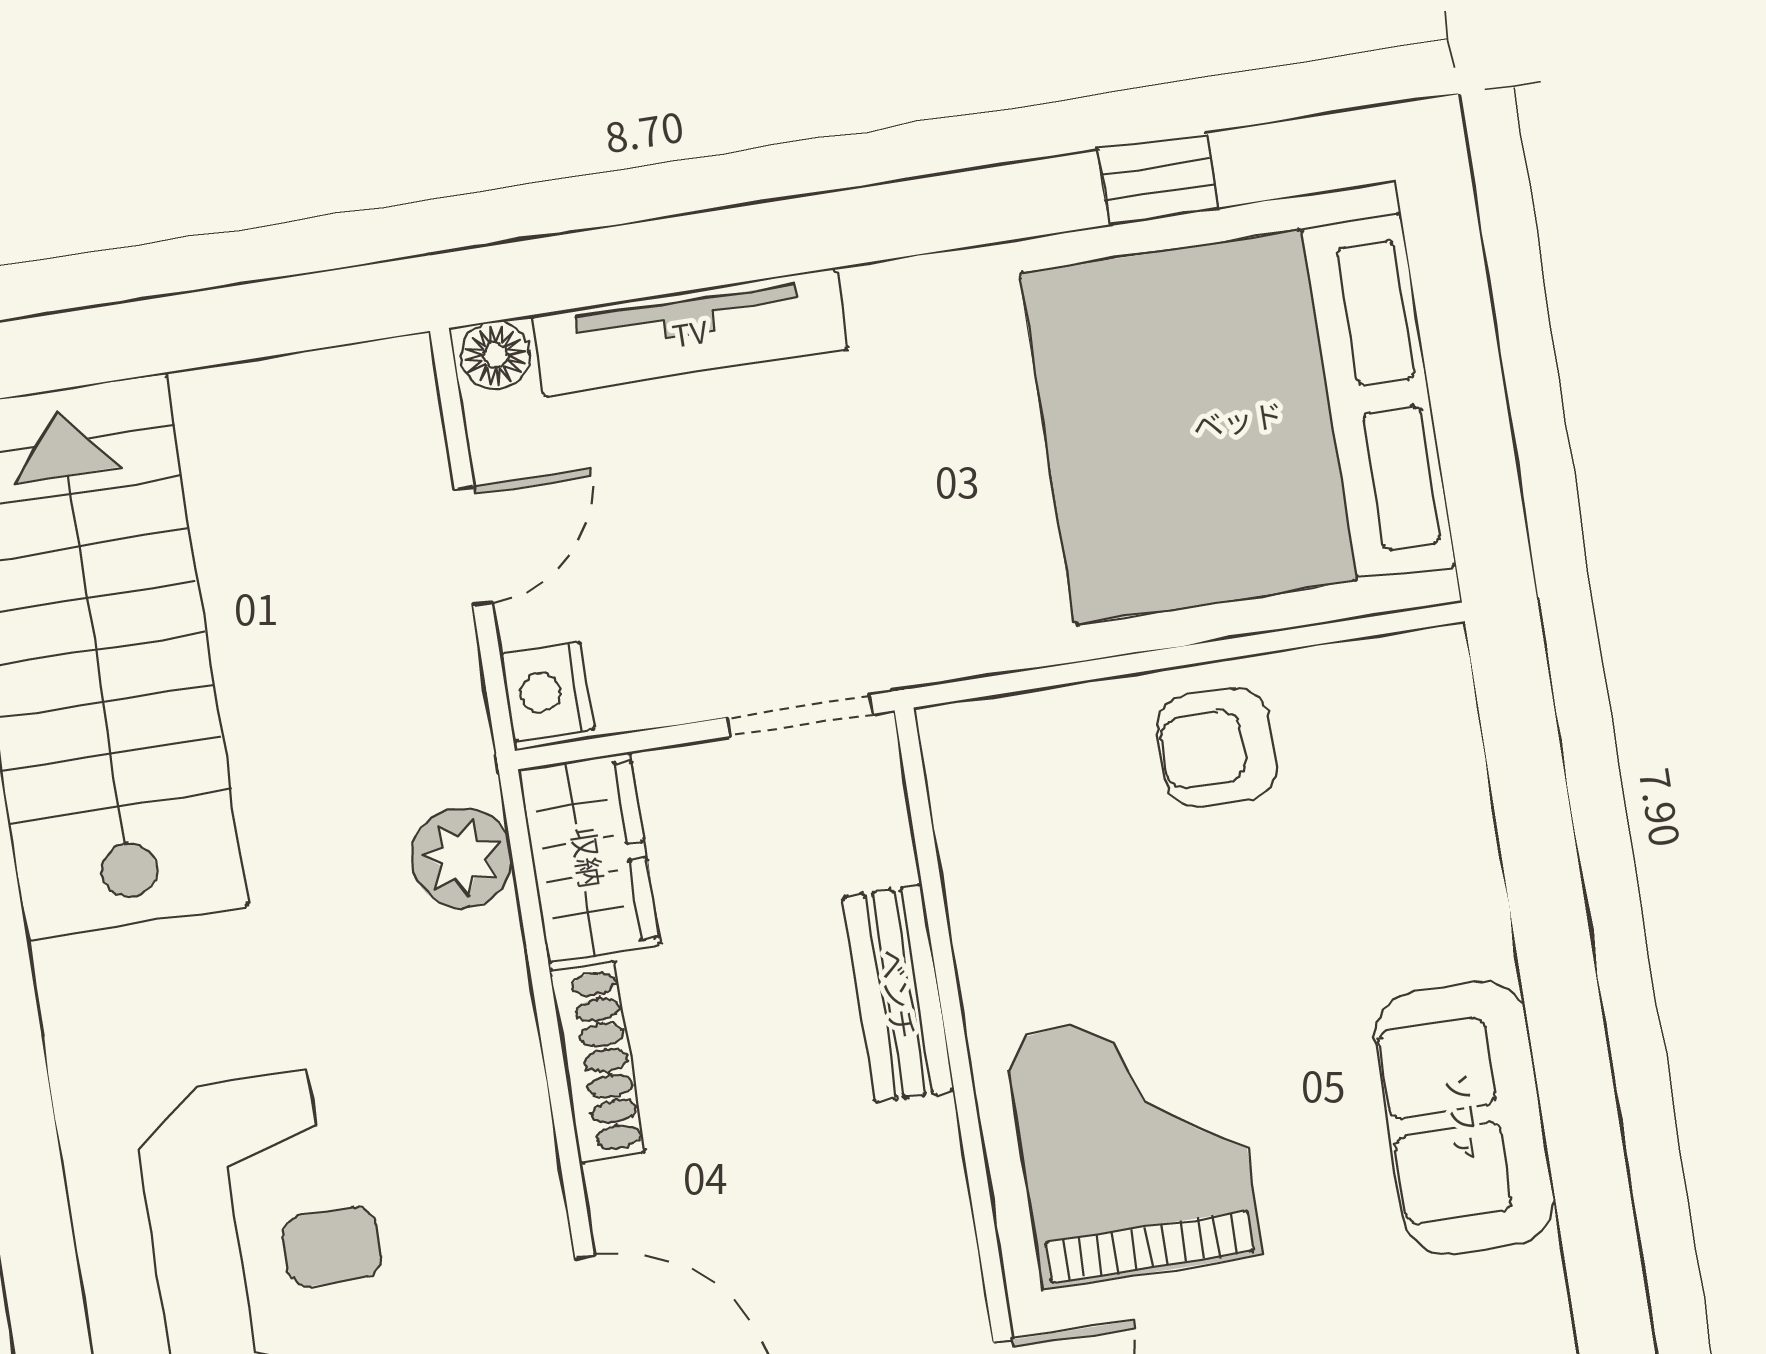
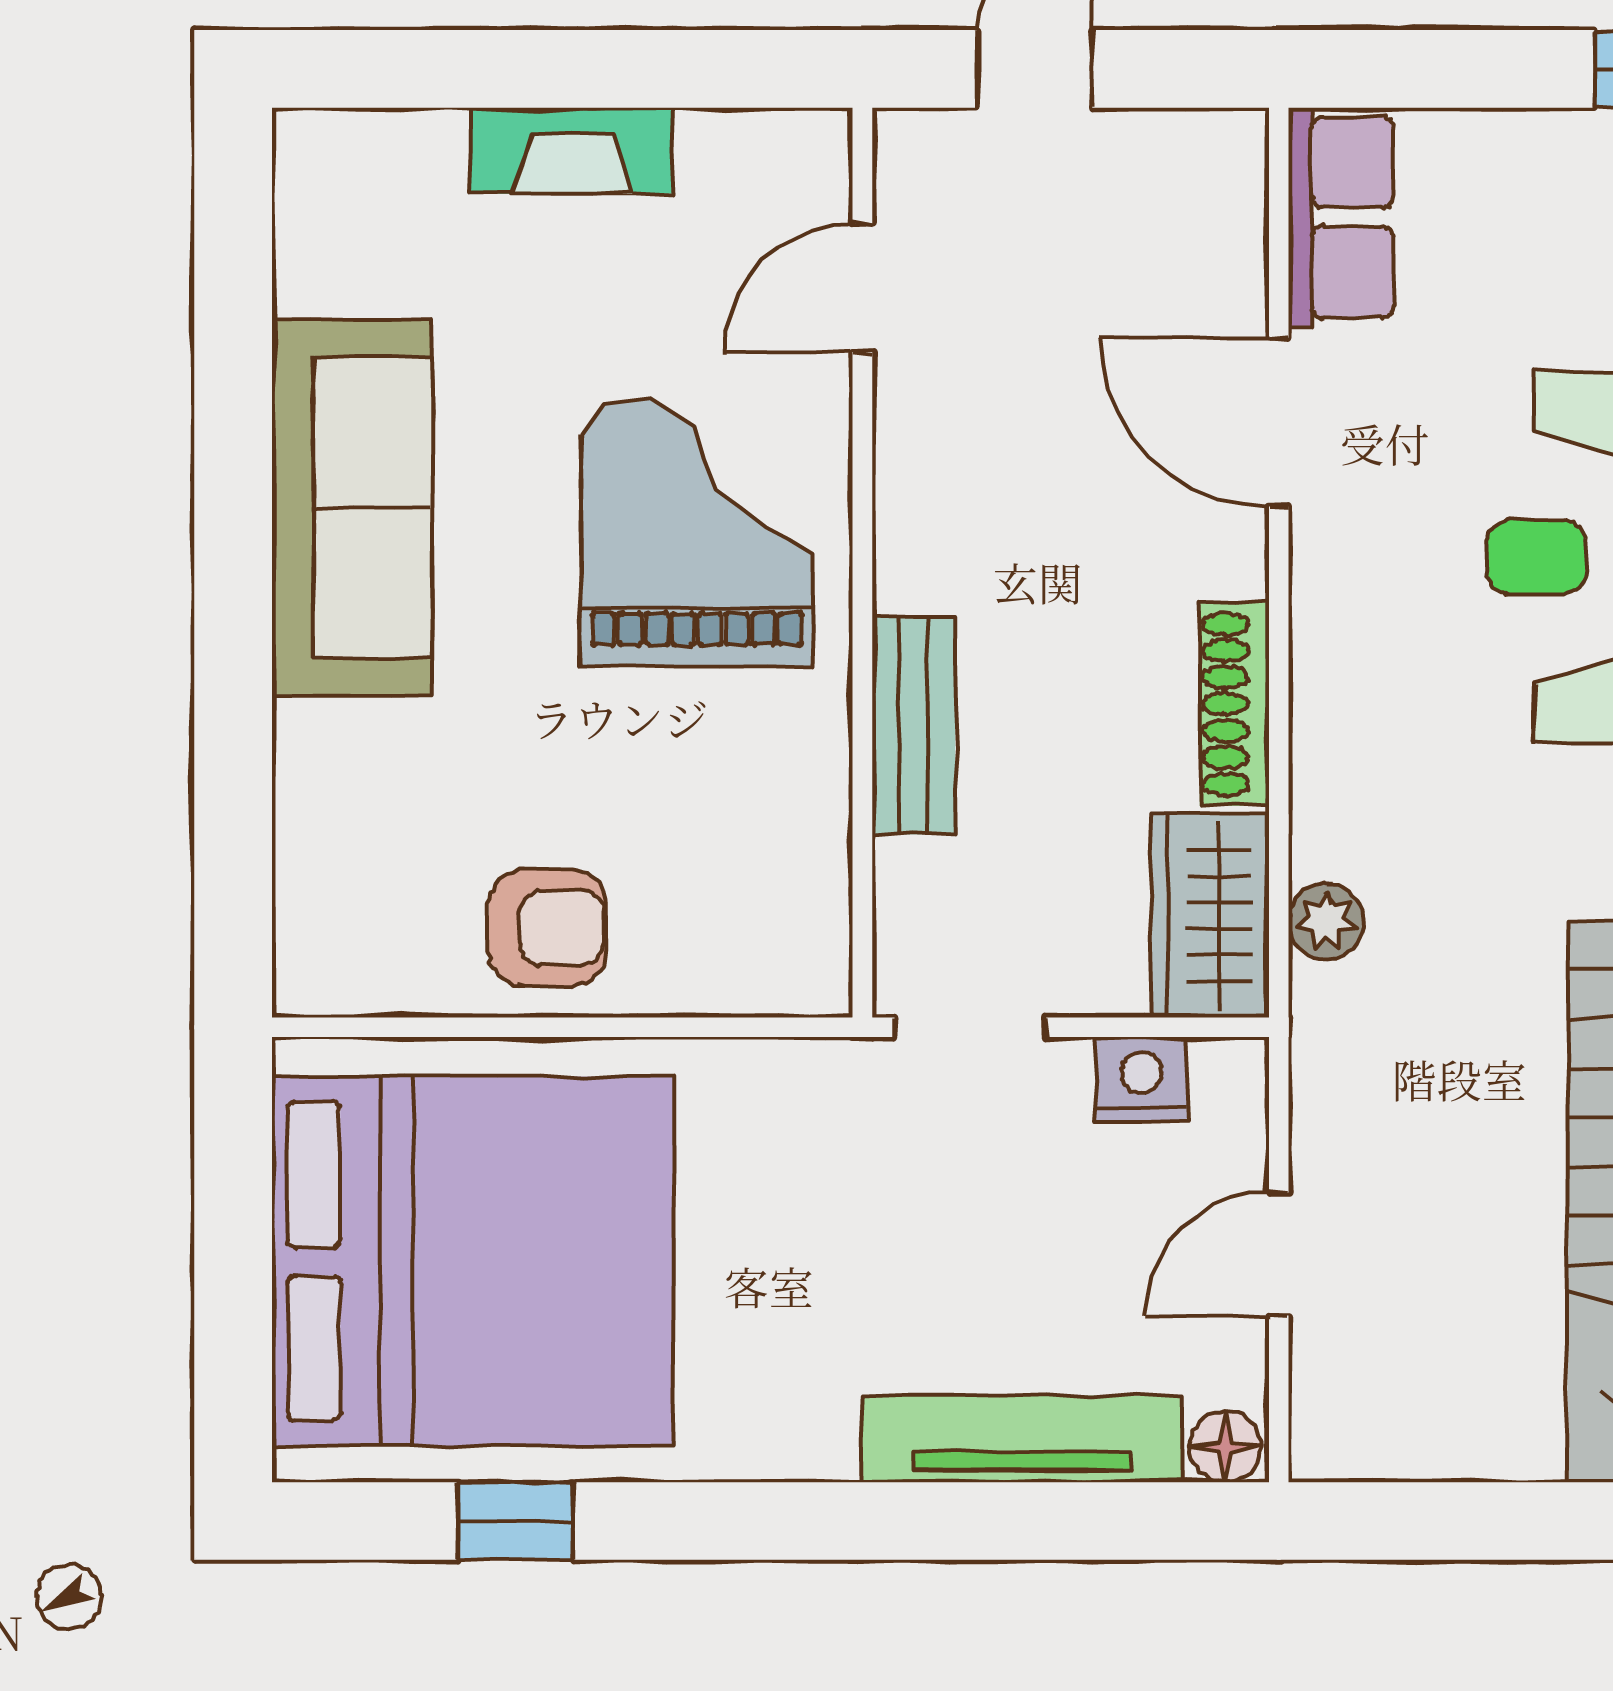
nightstand: (547, 692) -> (1141, 1079), moved, turned -90
plant: (462, 858) -> (1326, 921), width x0.73, depth x0.73
sofa: (1465, 1118) -> (352, 507), width x1.36
grand piano: (1133, 1145) -> (697, 533), turned 180

